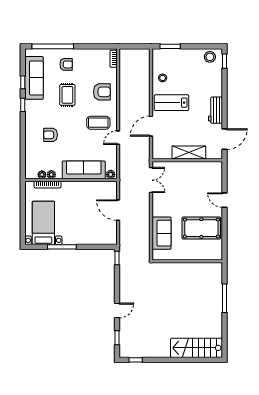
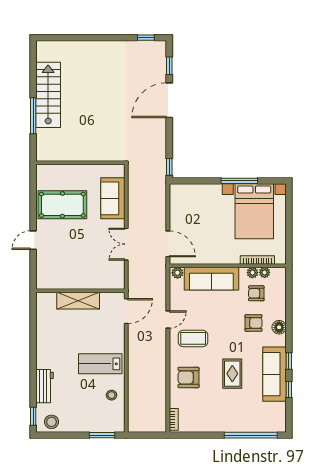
armchair: (66, 64) -> (256, 293), moved
sofa: (34, 78) -> (274, 374), moved
lab bench: (171, 103) -> (100, 364), turned 180
workbench: (215, 110) -> (44, 386), moved
door: (151, 126) -> (126, 311), moved
floor lamp: (30, 131) -> (279, 327), added
door: (224, 139) -> (33, 318), removed
double door: (151, 180) -> (126, 244), moved
door: (224, 200) -> (33, 240), swing flipped
door: (118, 210) -> (168, 244), moved
bed with nightstands: (43, 223) -> (254, 211), width x1.36
door: (117, 311) -> (169, 100), width x1.88
stairs: (197, 348) -> (48, 95), moved, turned -90

